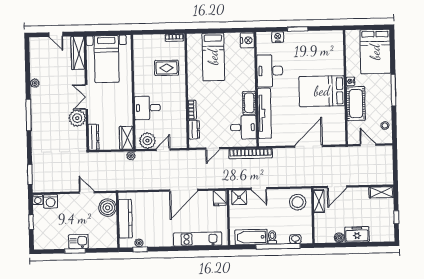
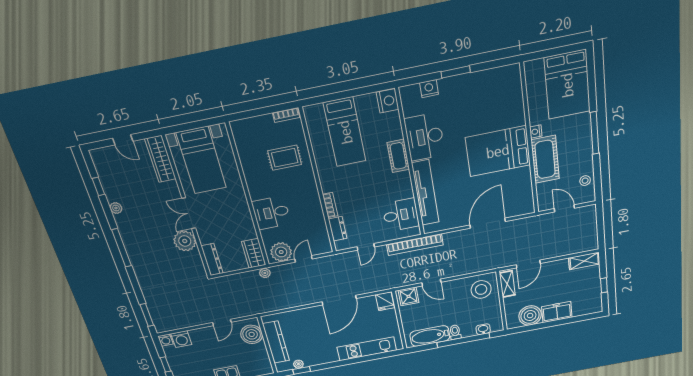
window: (27, 65) -> (98, 186), added
cot: (249, 103) -> (398, 156), moved
door: (87, 192) -> (222, 322), swing flipped
boiler: (339, 238) -> (530, 316), width x1.86, depth x1.86

